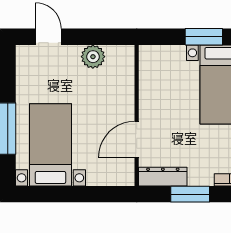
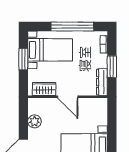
wardrobe: (151, 74) -> (44, 89), added
door: (137, 139) -> (68, 97), moved

